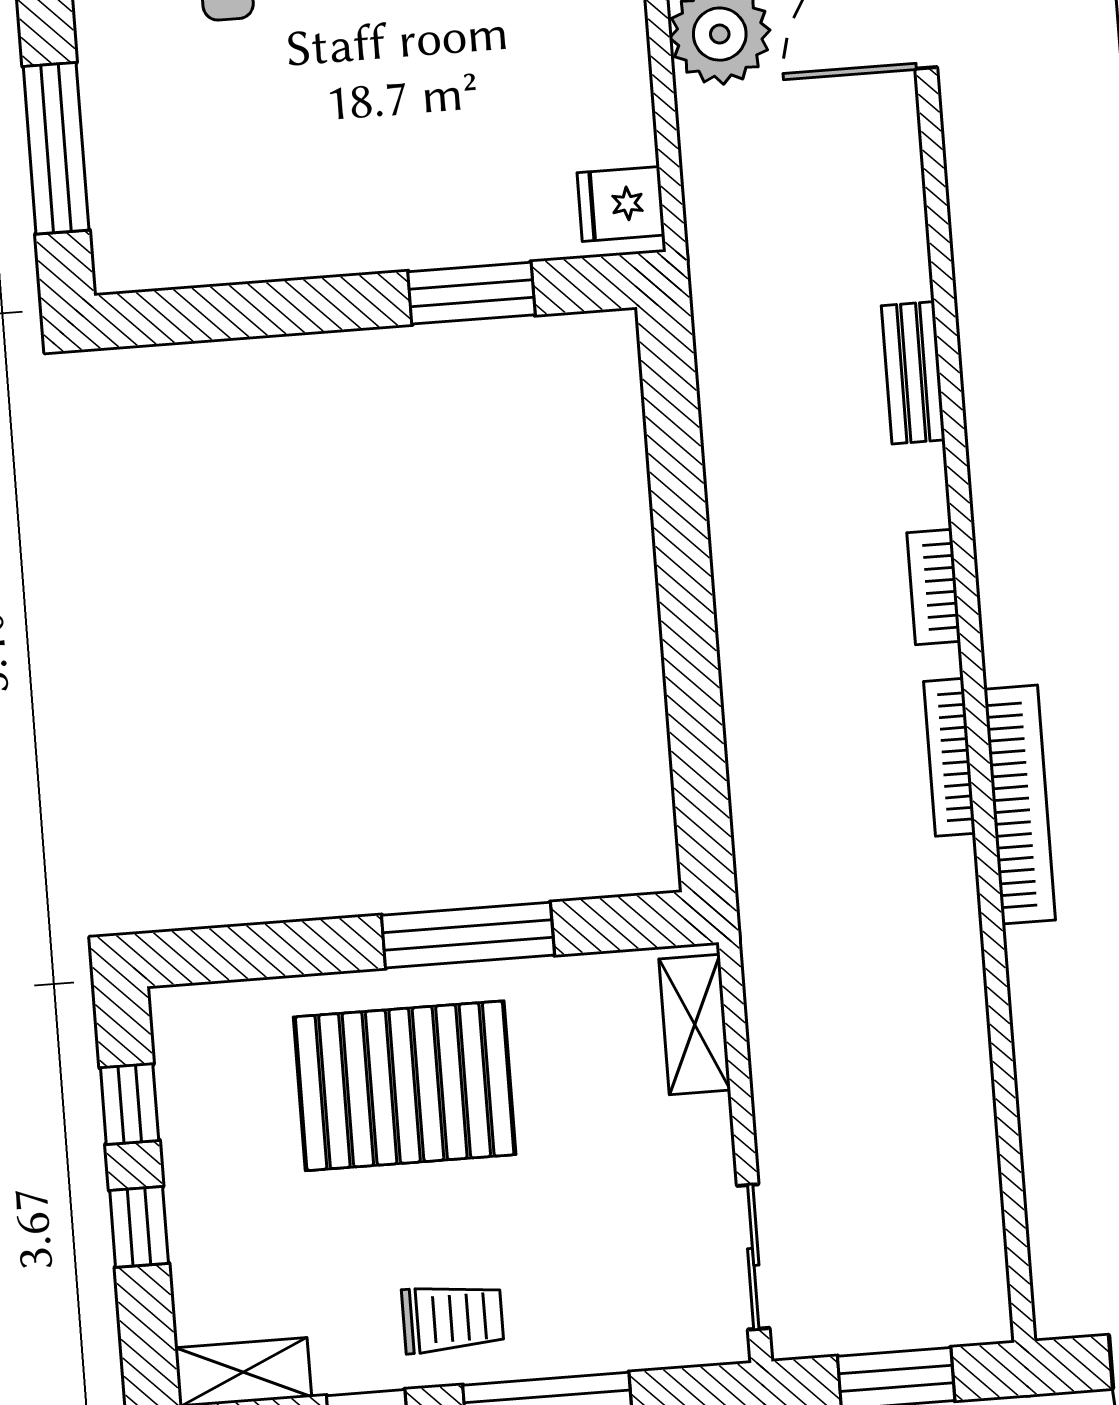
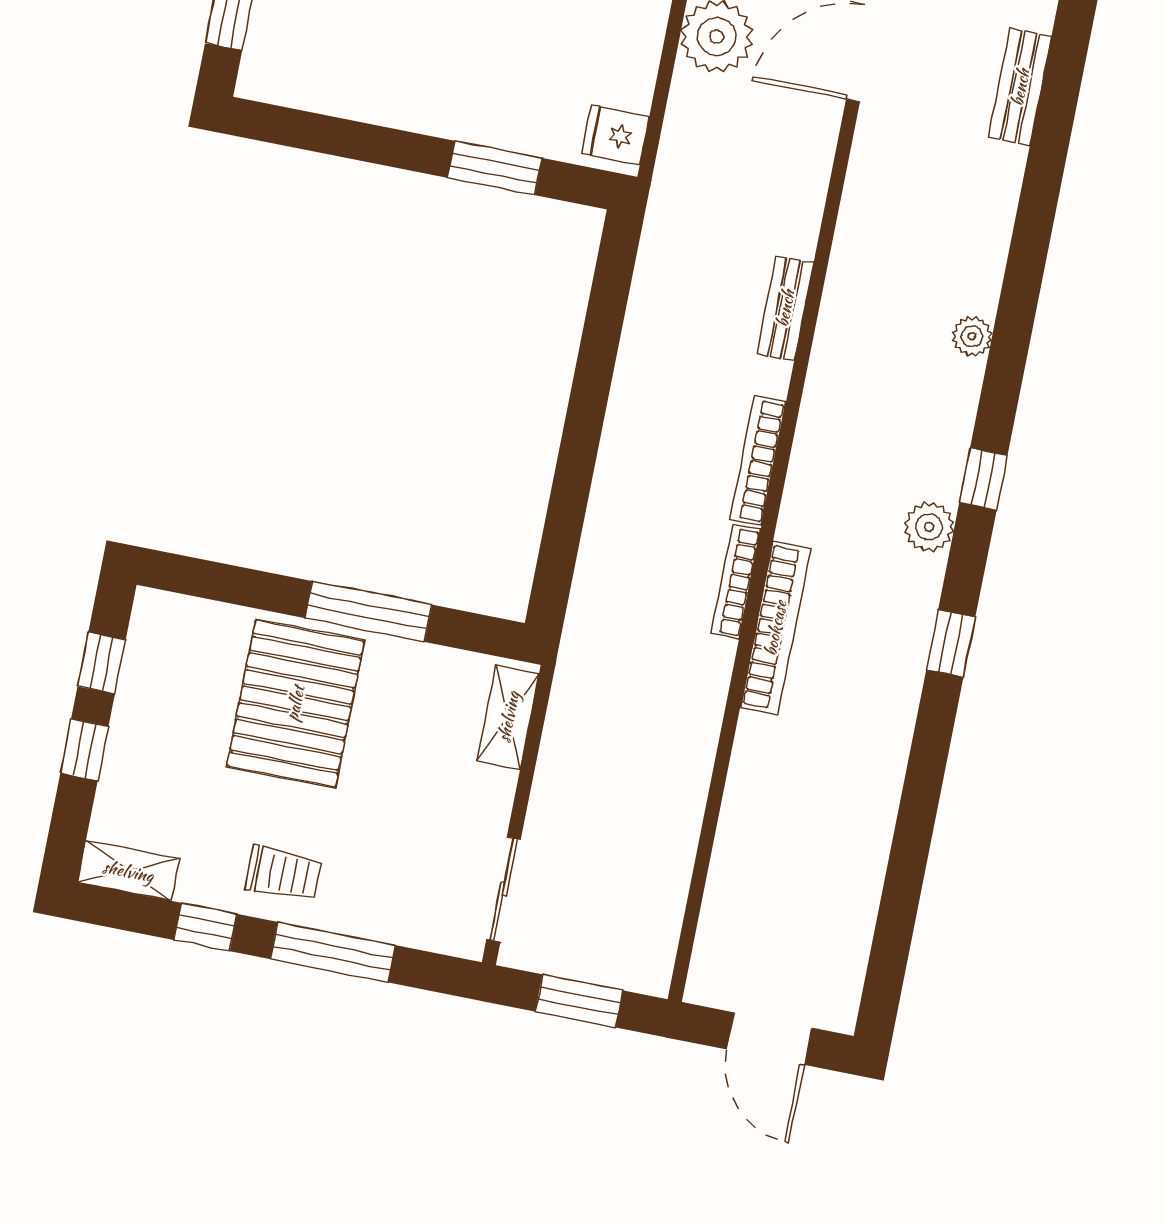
bookcase: (934, 587) -> (758, 461), width x1.56
pallet: (405, 1086) -> (295, 703), turned 90

